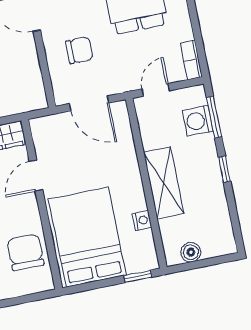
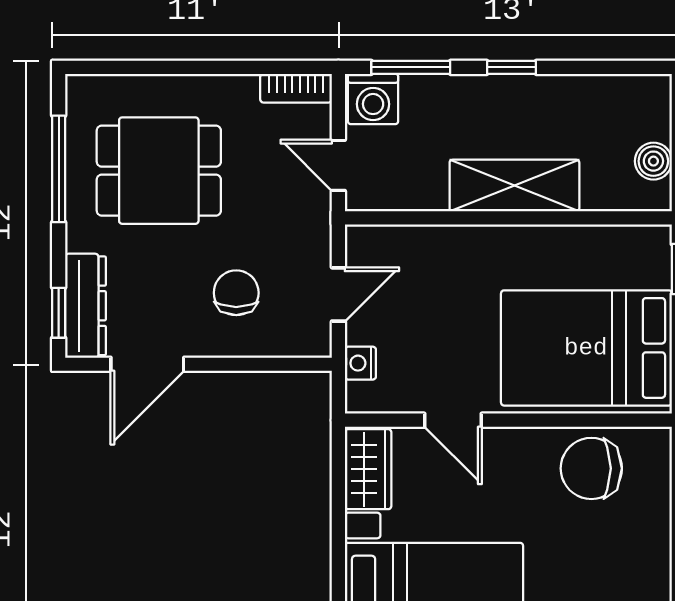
door: (89, 103) -> (338, 294), width x0.73
washing machine: (198, 121) -> (373, 99), moved
nightstand: (142, 220) -> (360, 363), moved, turned -90

